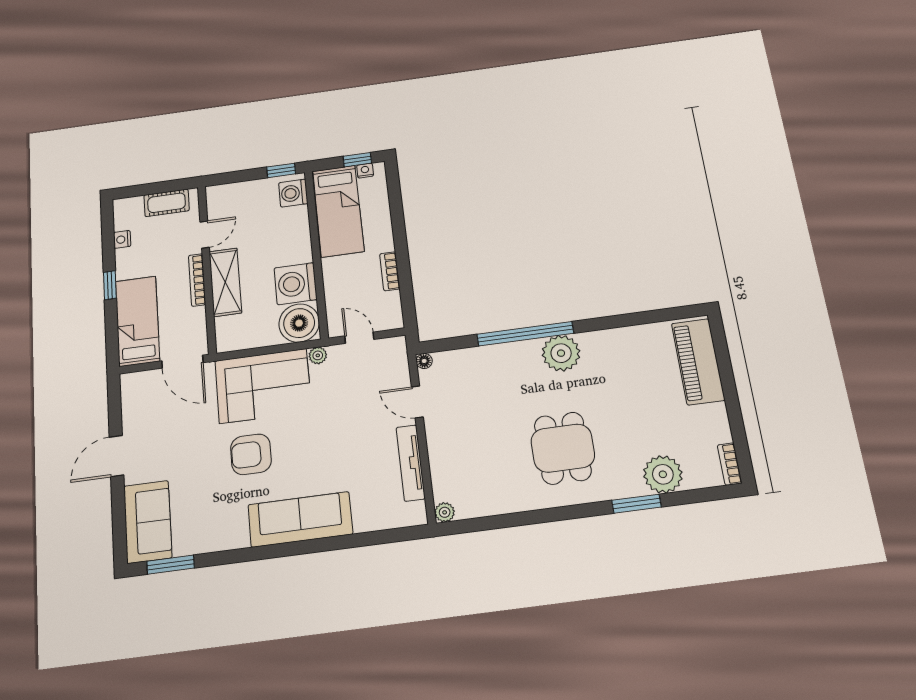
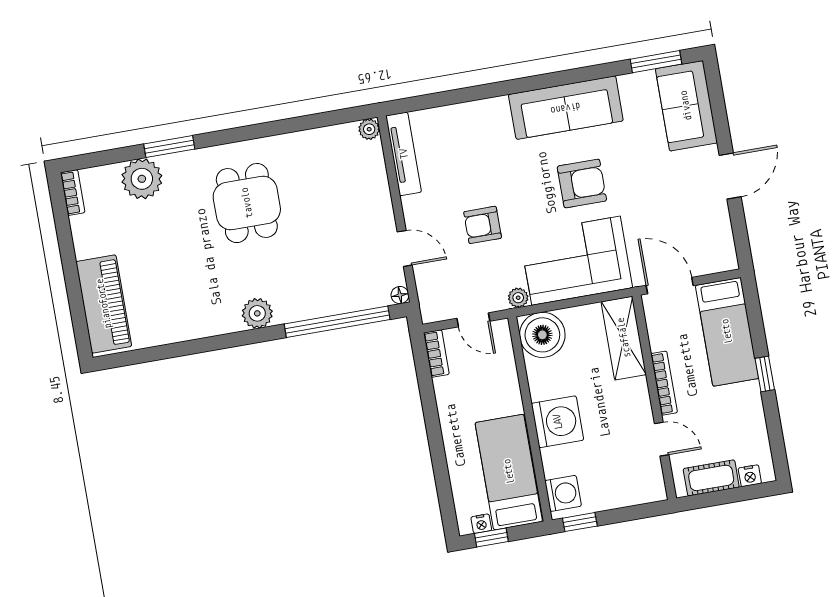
door: (205, 235) -> (662, 439), swing flipped
nightstand: (122, 239) -> (750, 476), moved, turned 90
bookcase: (390, 271) -> (436, 354), moved
shelving: (225, 282) -> (624, 338), moved
washing machine: (296, 284) -> (558, 422), moved
window: (525, 334) -> (337, 322), moved
plant: (561, 353) -> (257, 313), width x0.73, depth x0.73
armchair: (345, 420) -> (483, 225), added
tv unit: (411, 463) -> (404, 154), moved
sofa: (300, 519) -> (566, 108), moved

